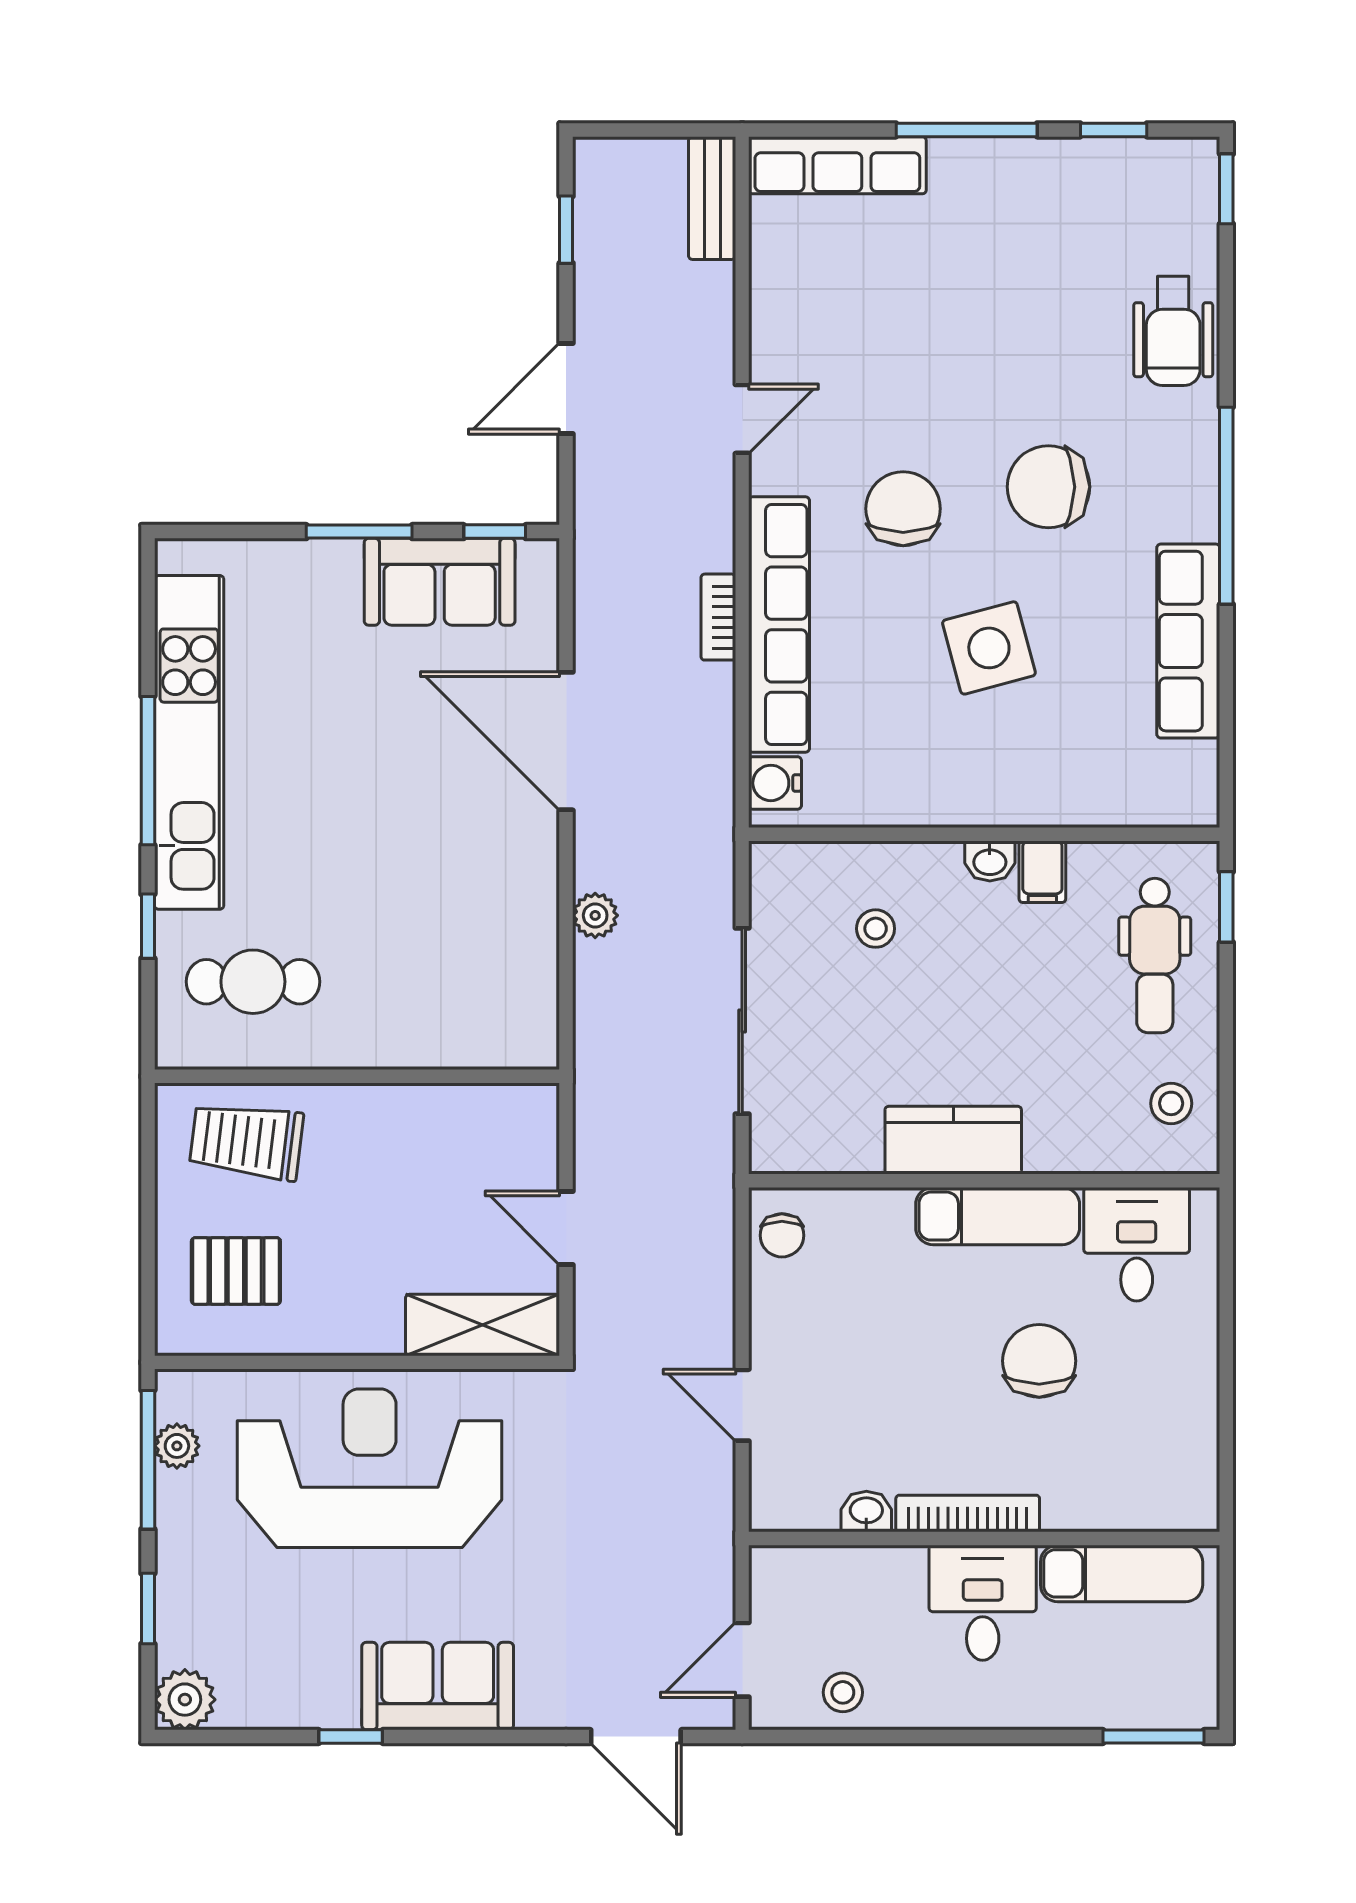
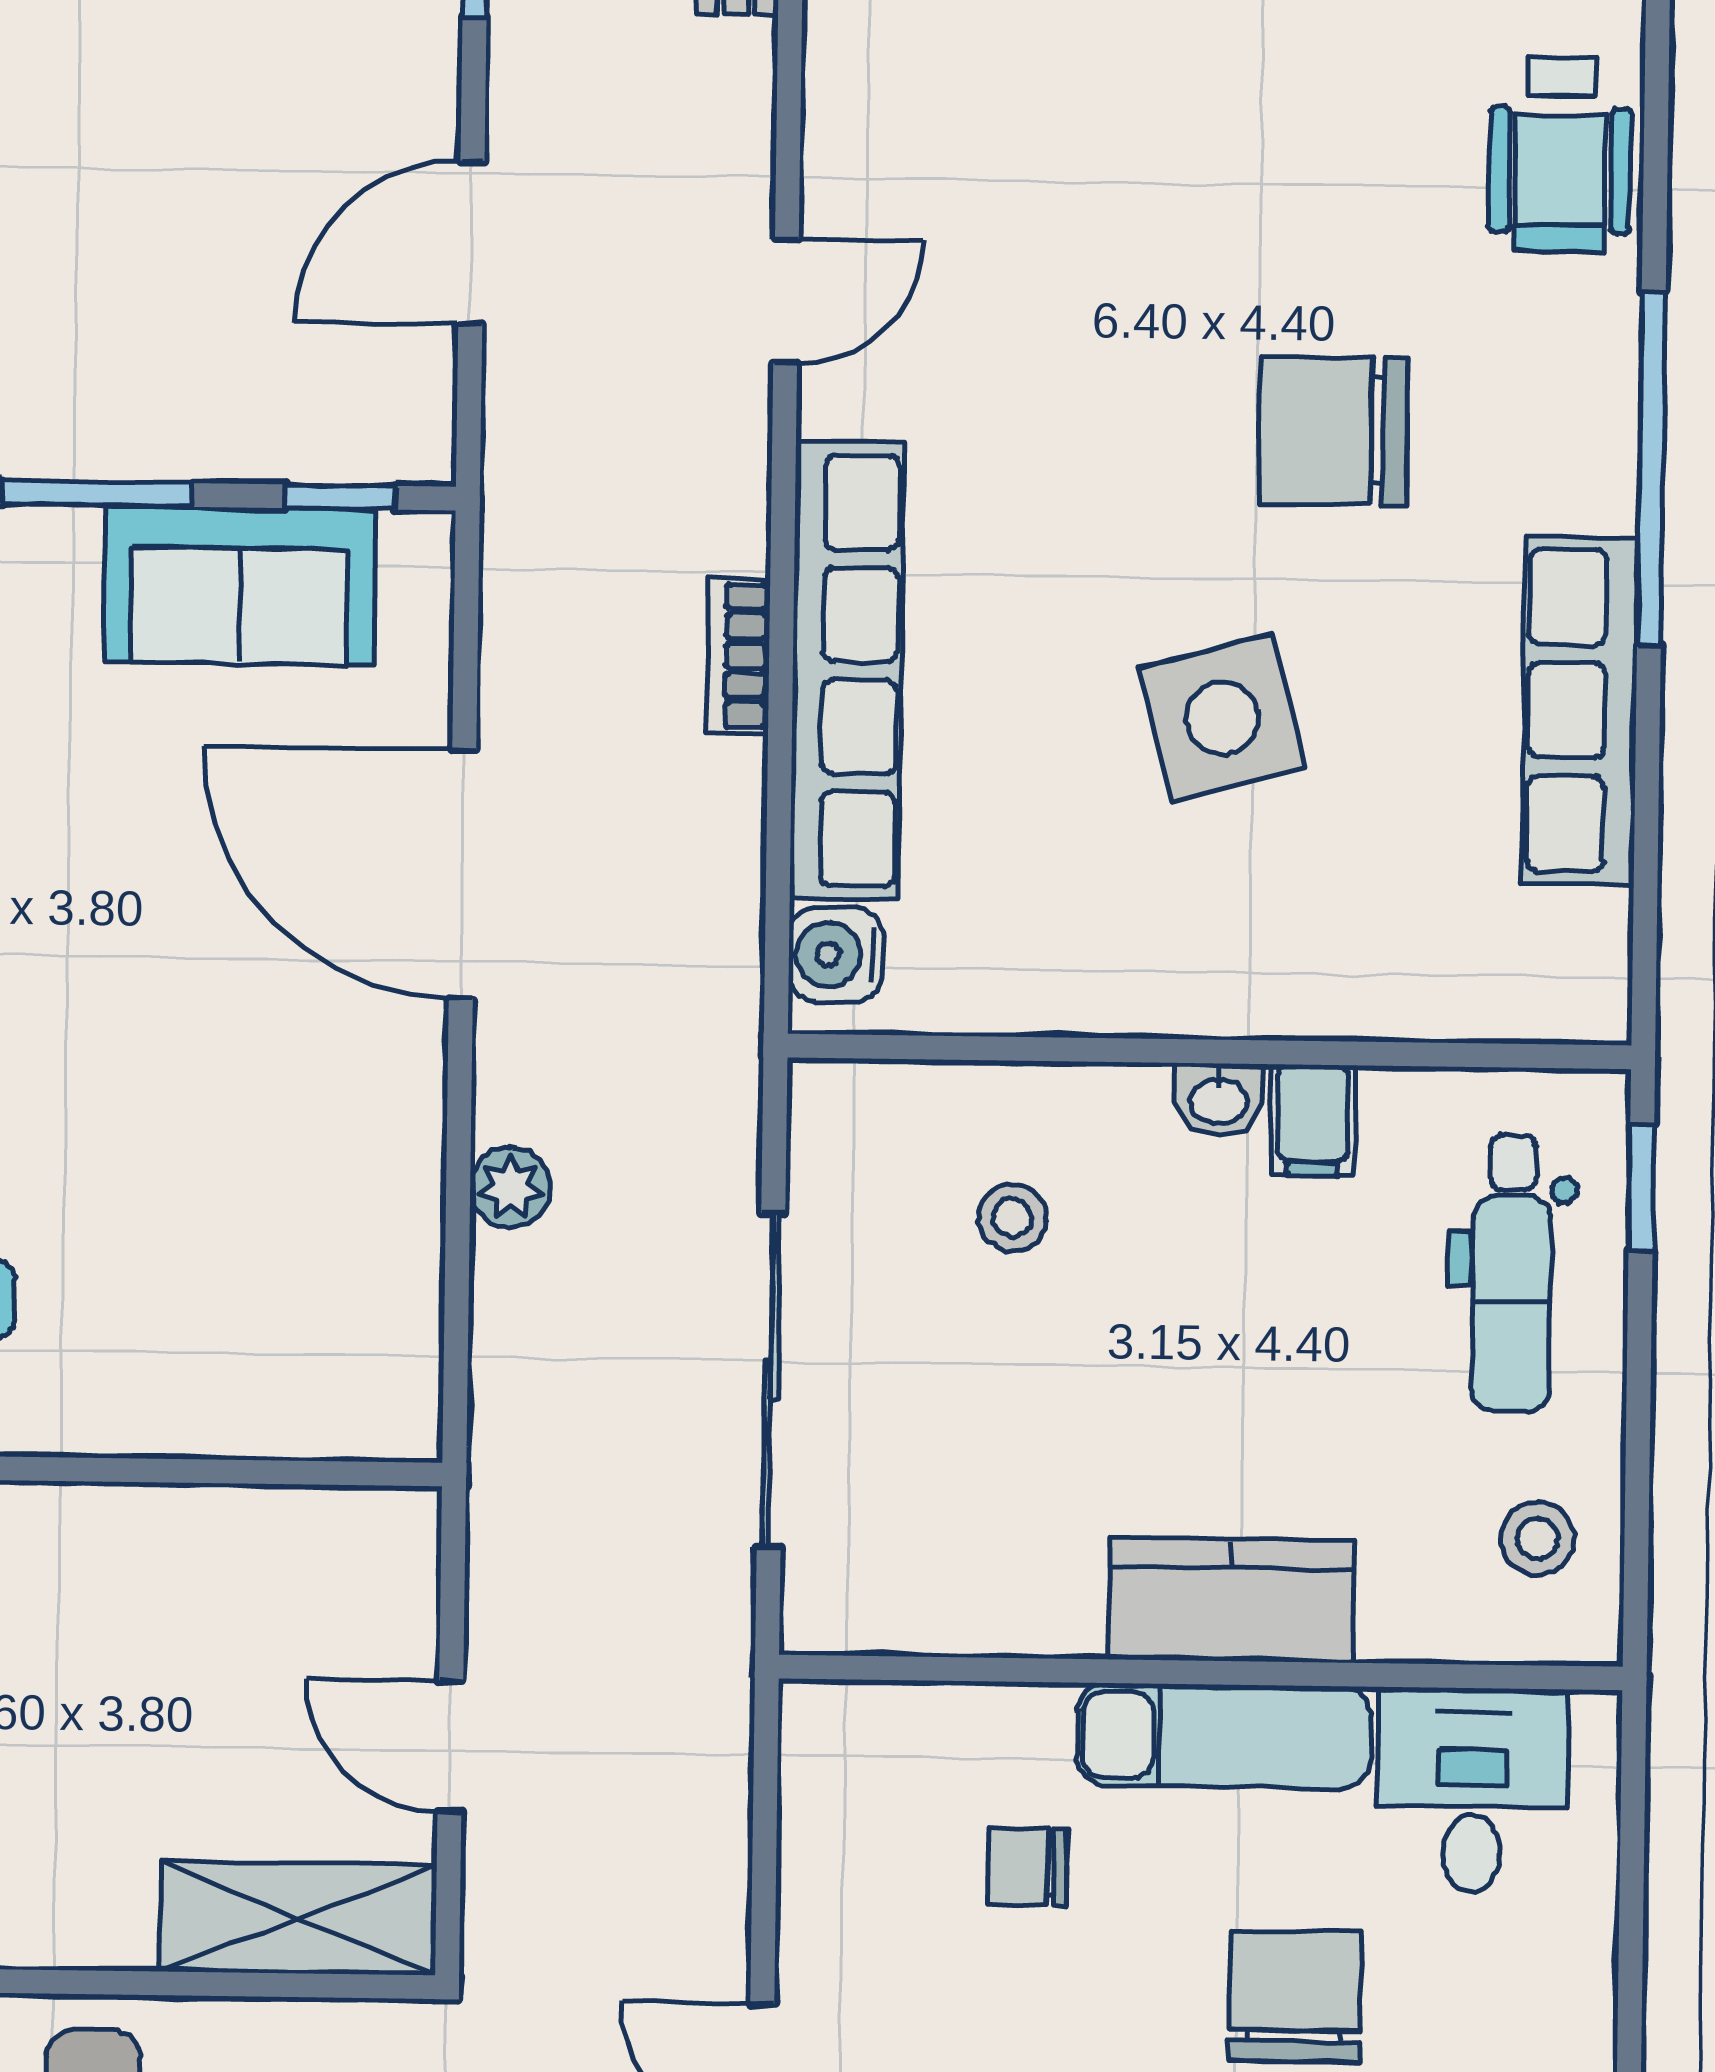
chair: (903, 509) -> (1072, 466), removed
kitchen counter: (953, 1140) -> (1231, 1600), moved
chair: (782, 1235) -> (1028, 1867), moved, turned 90

